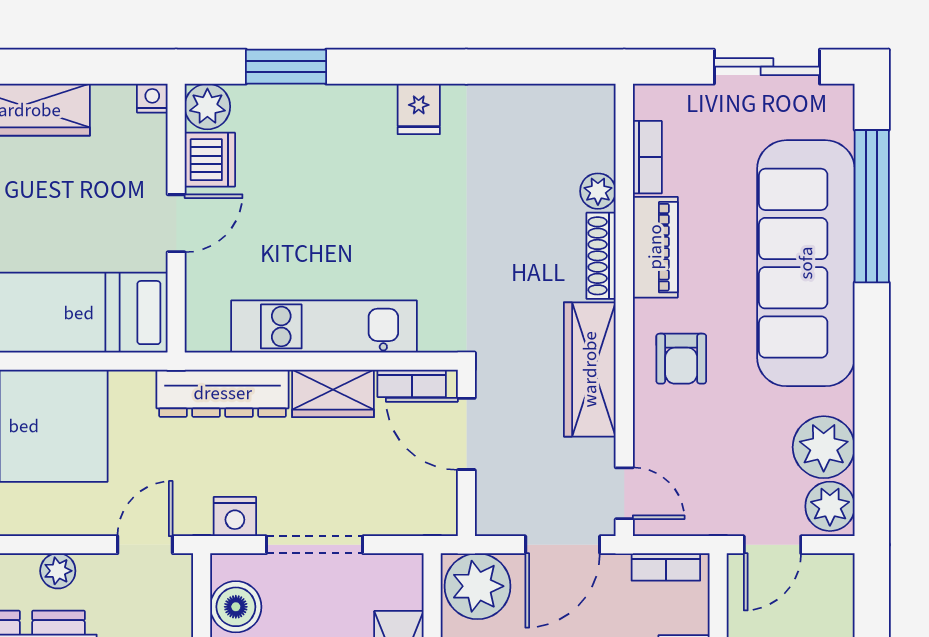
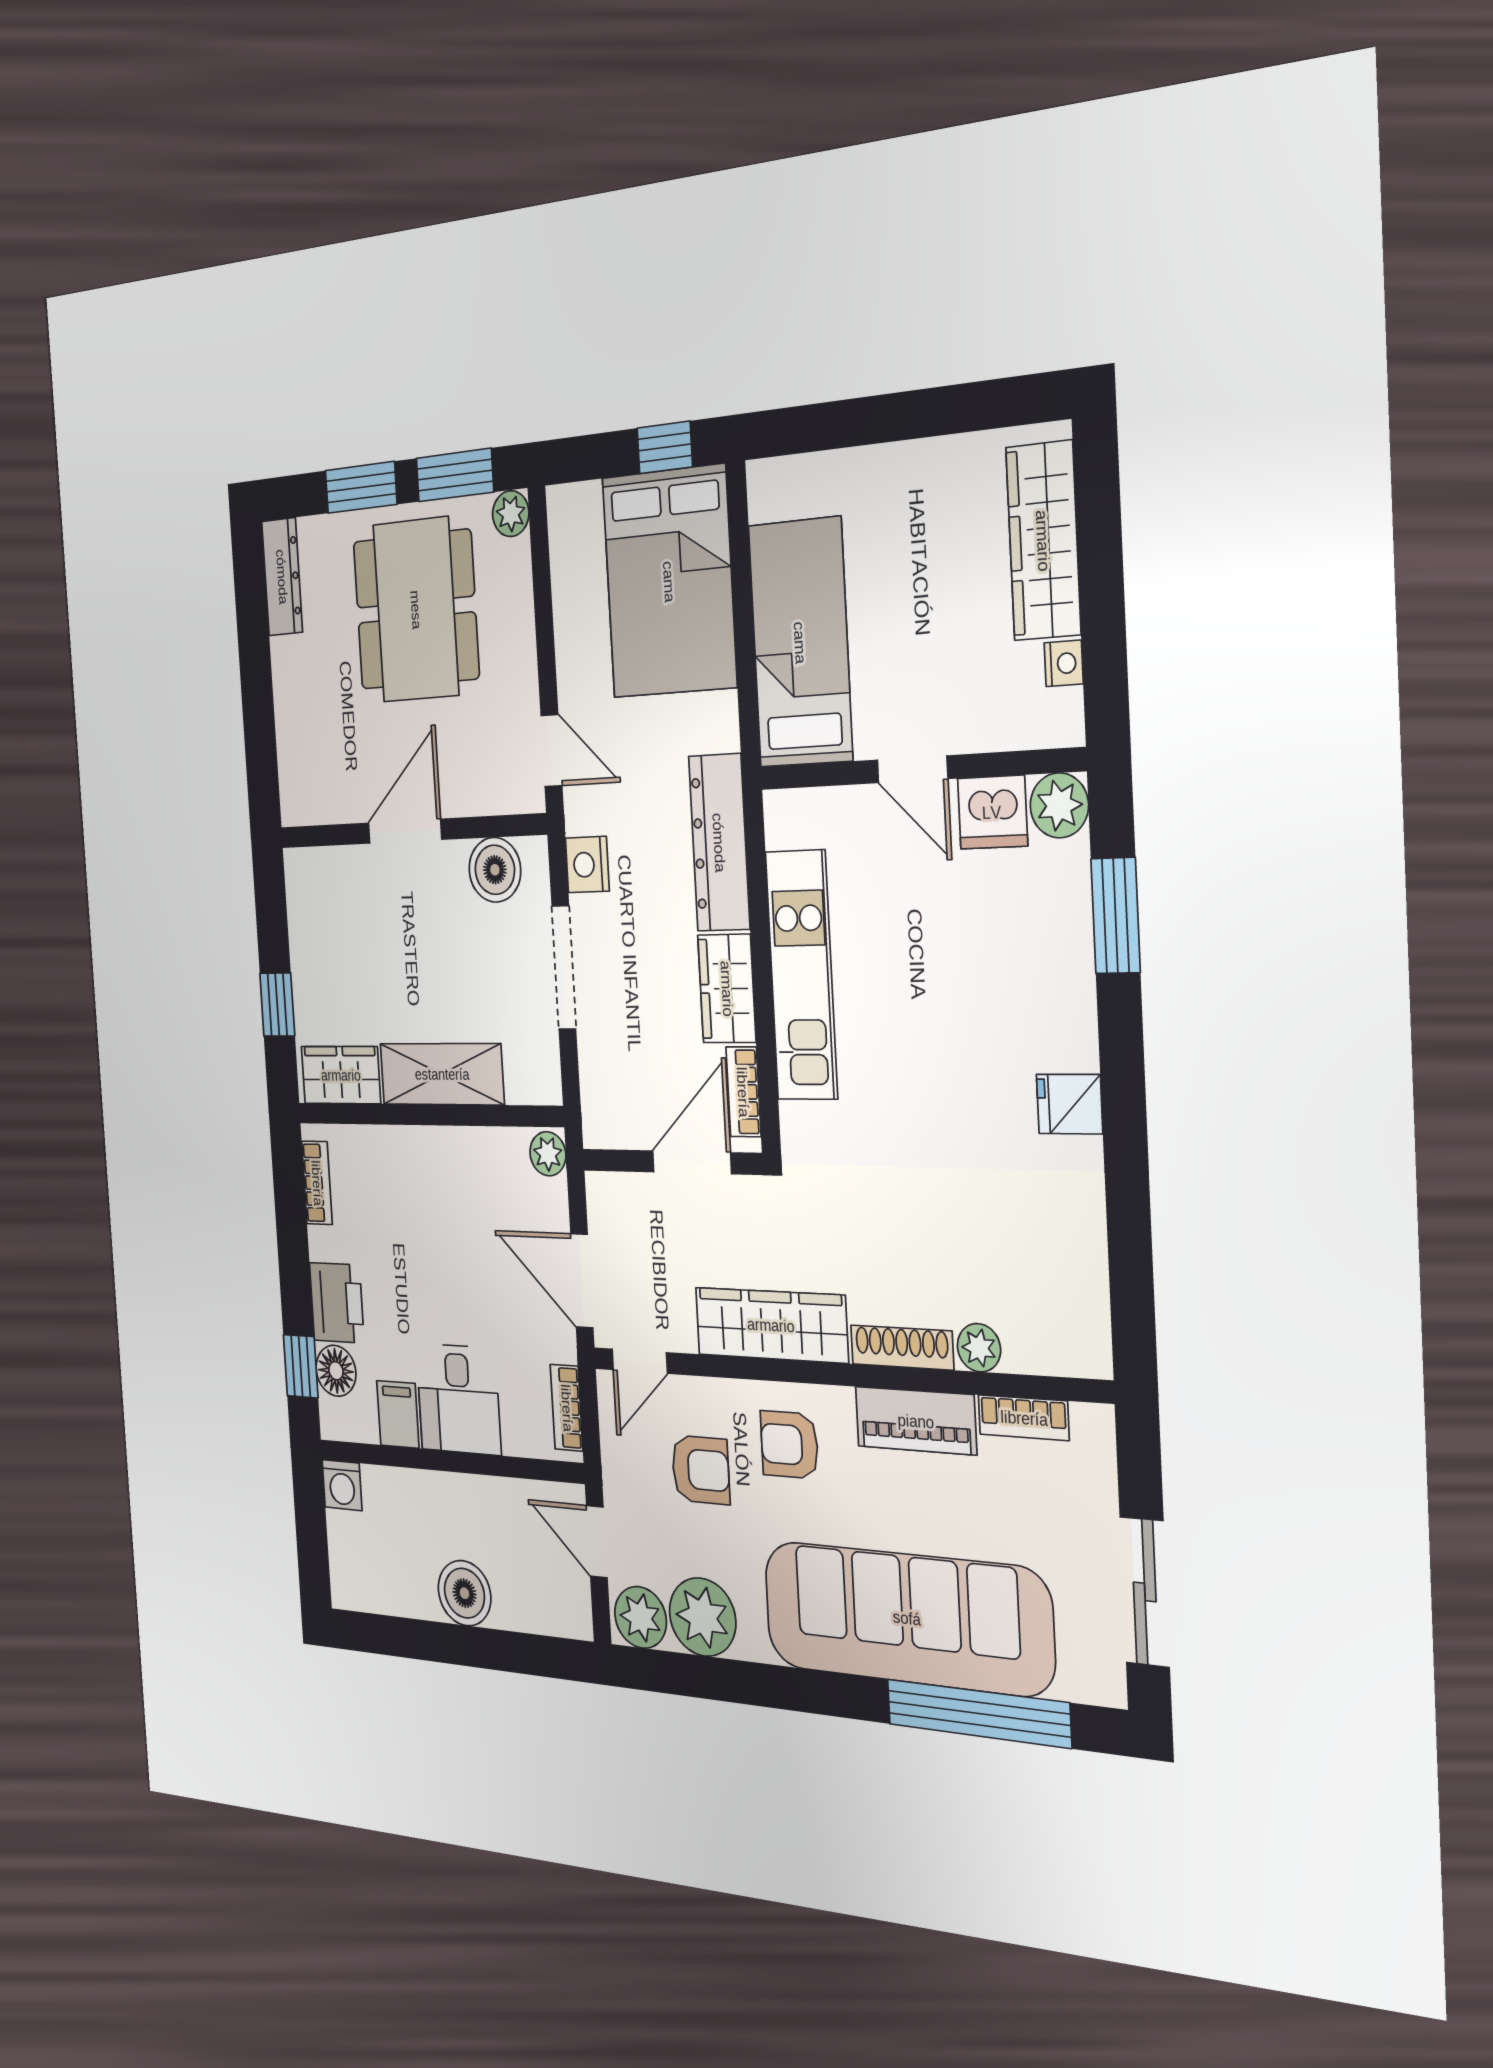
nightstand: (152, 98) -> (1064, 663), moved
armchair: (707, 441) -> (701, 1470), added
plant: (58, 571) -> (518, 641), removed
plant: (477, 586) -> (548, 1154), width x0.53, depth x0.53

